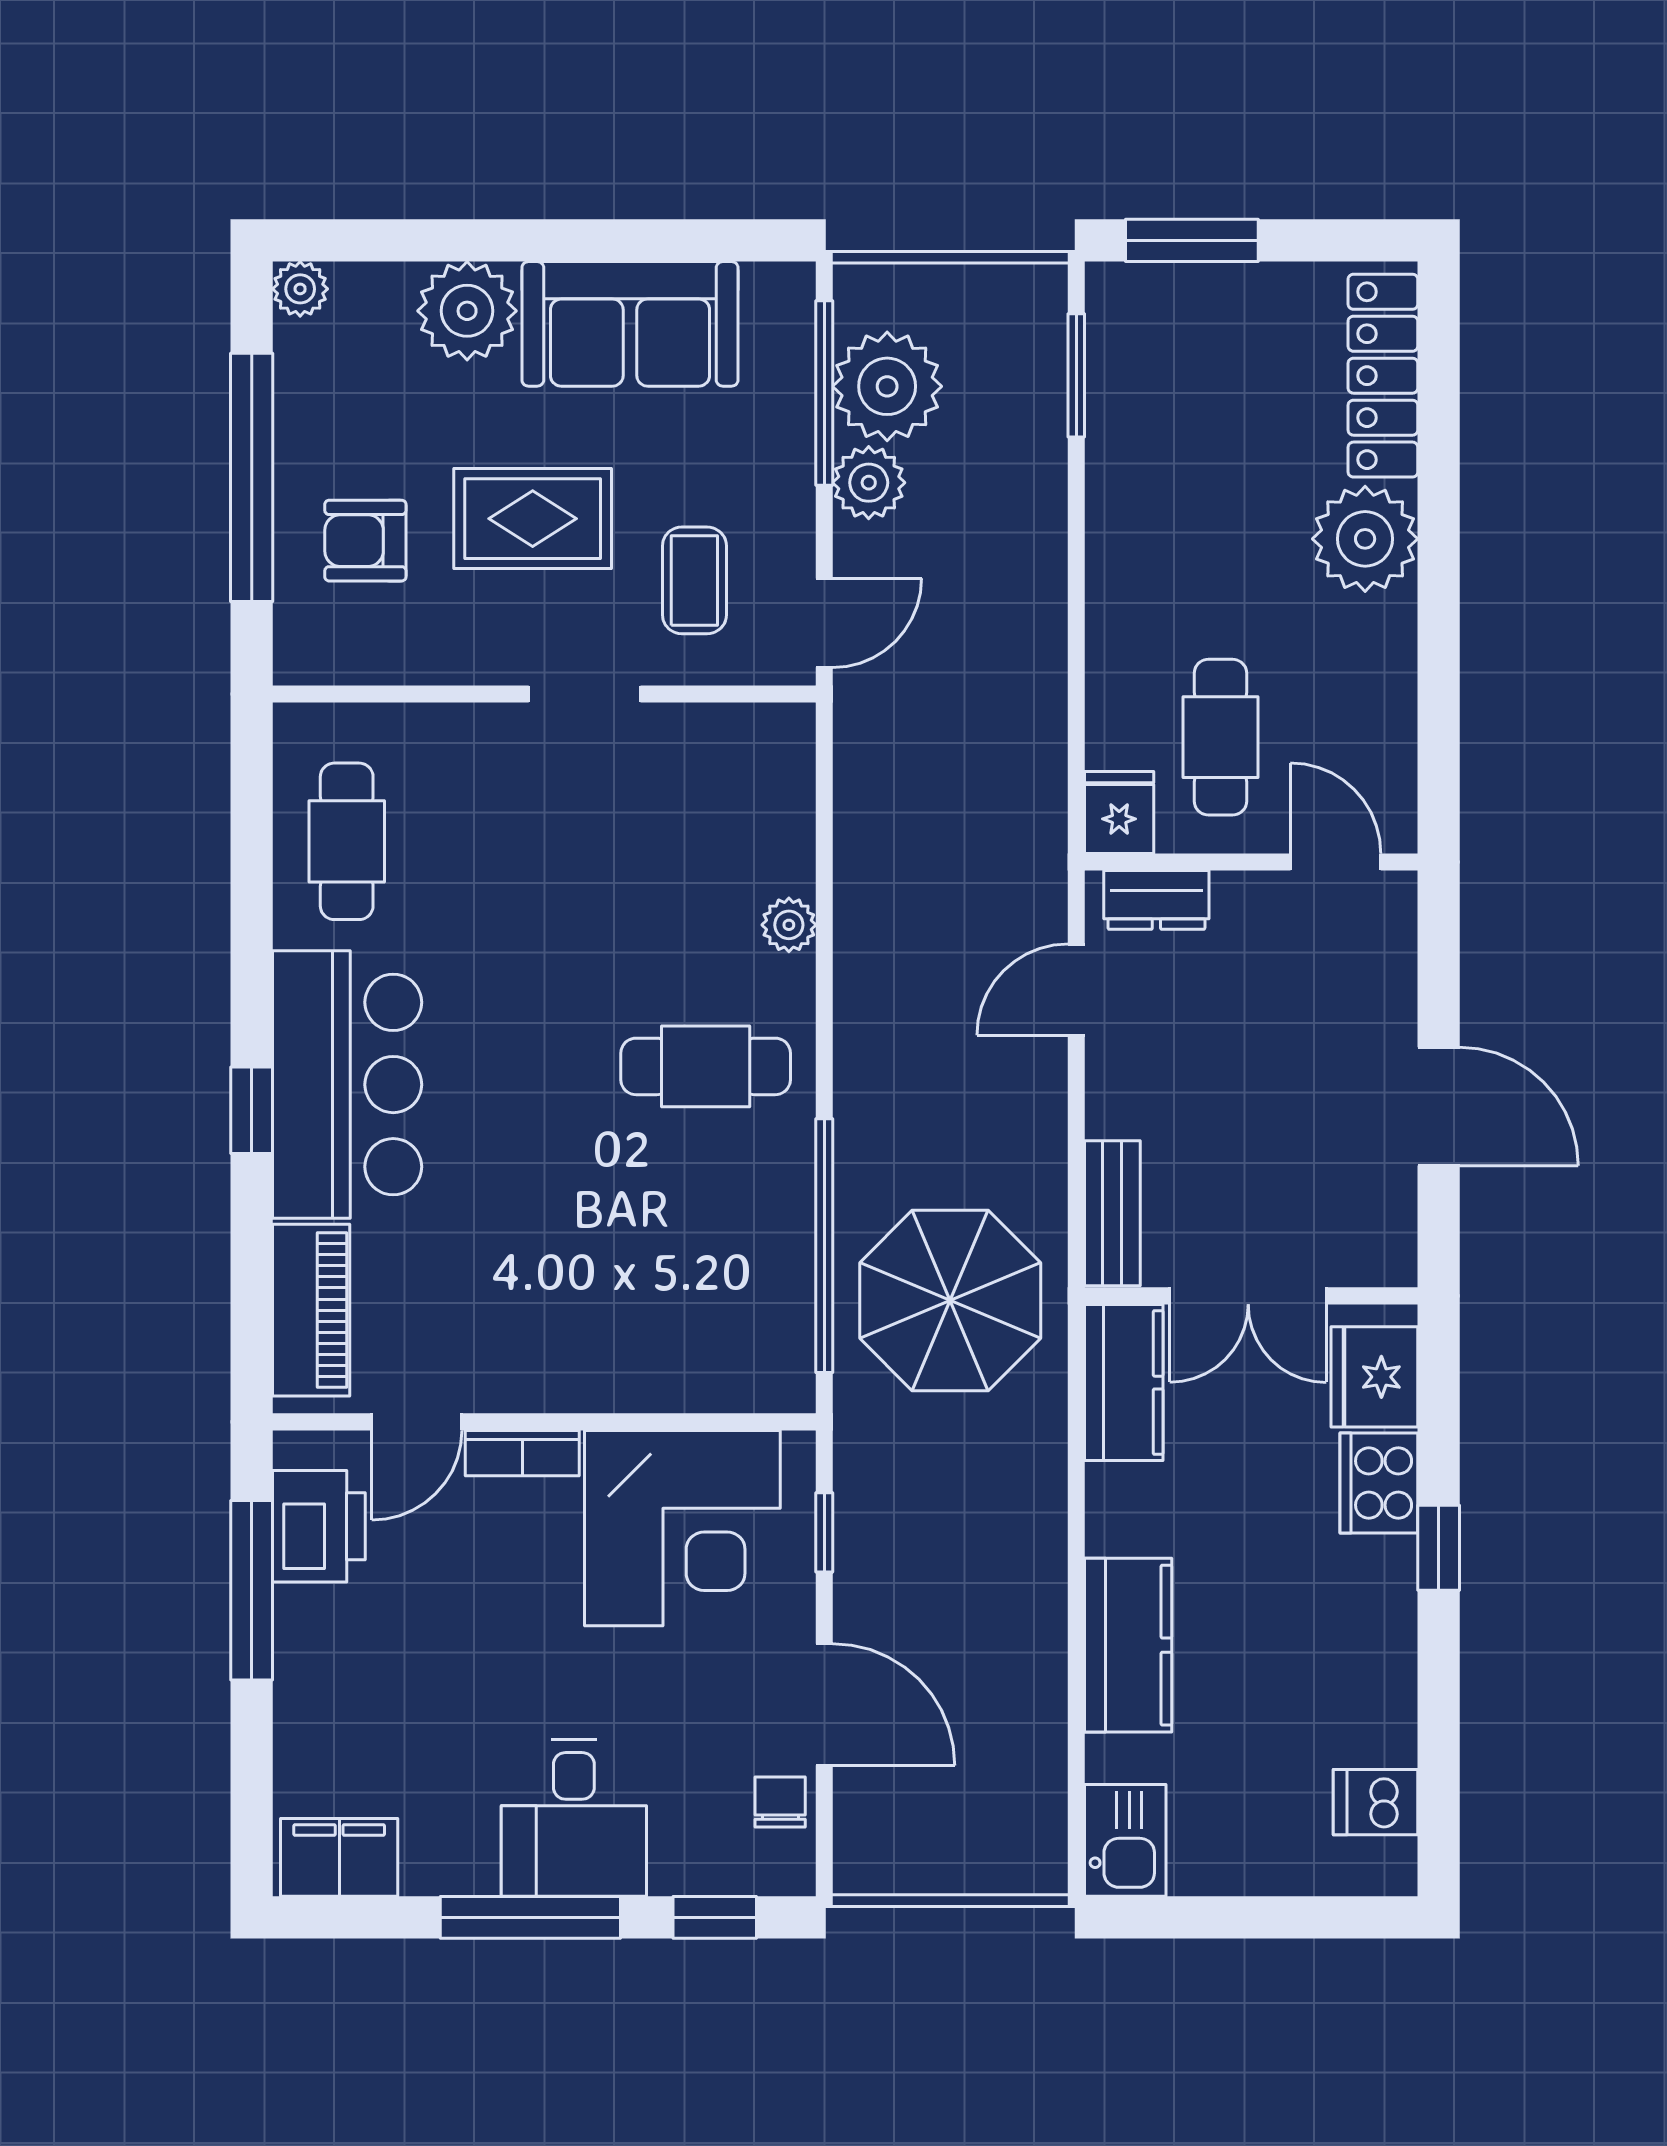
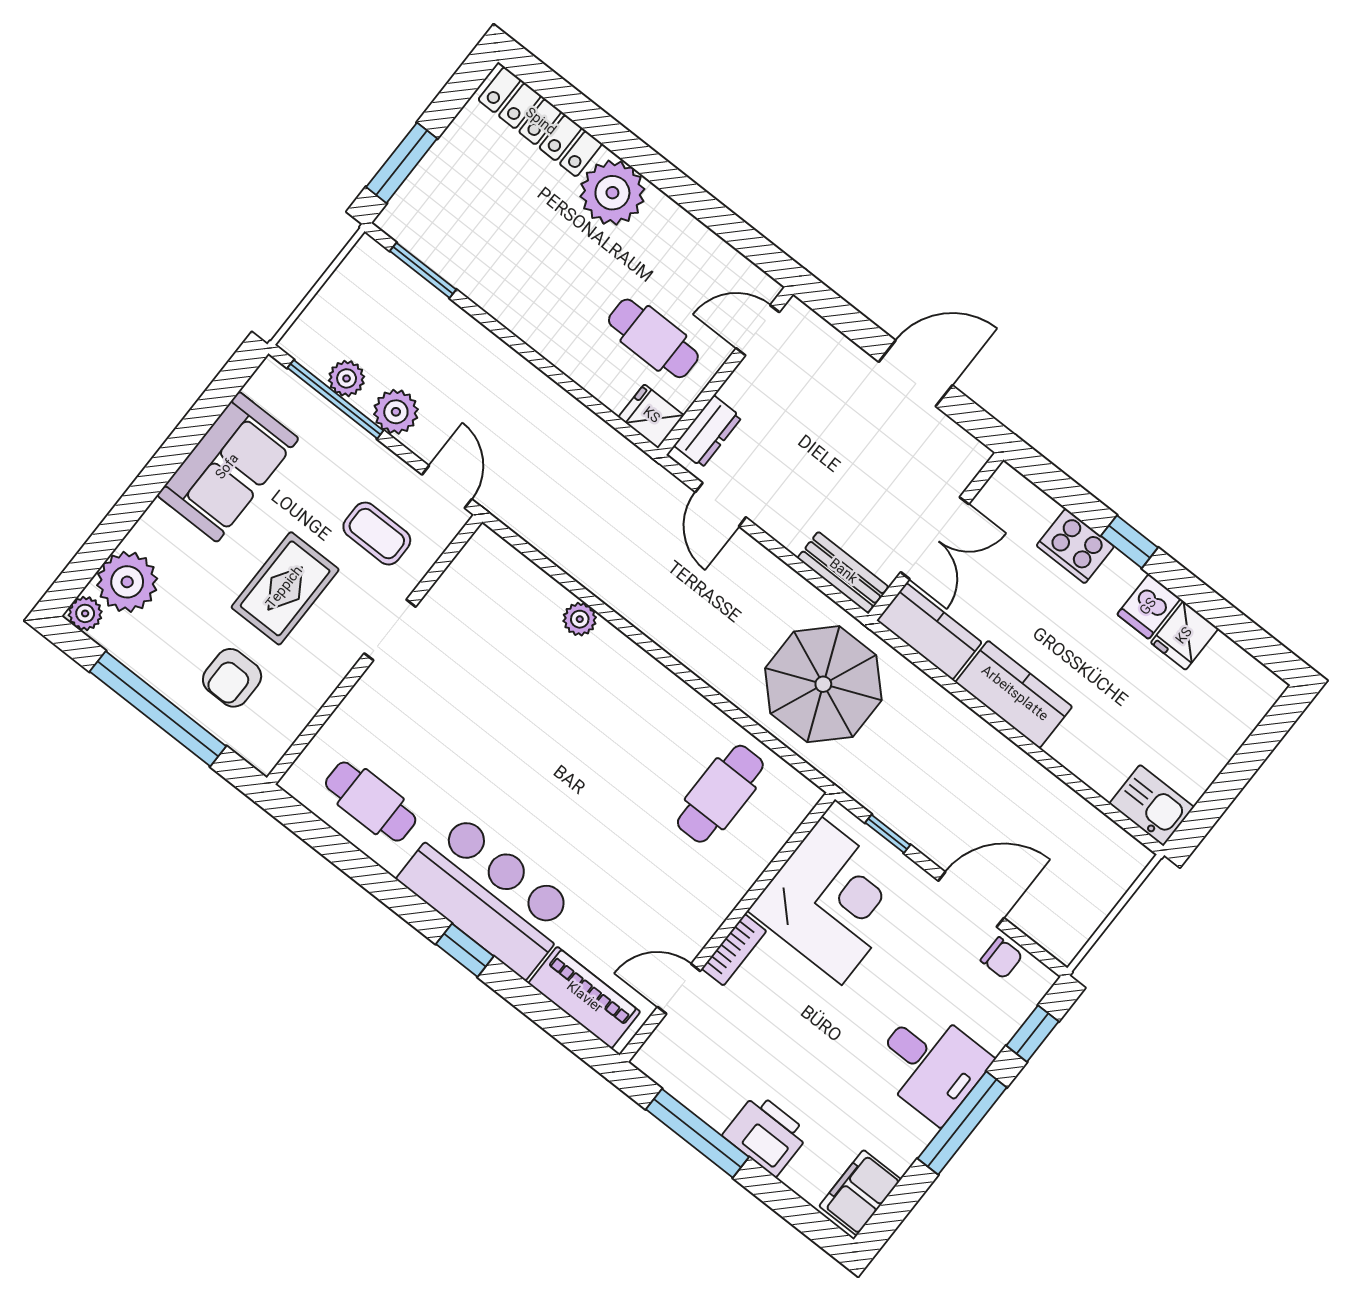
plant: (467, 311) -> (127, 582), moved
plant: (887, 386) -> (347, 378), width x0.53, depth x0.53
cafe table: (706, 1066) -> (720, 794), moved
window: (824, 1246) -> (749, 724), removed
fridge: (1374, 1377) -> (1185, 636), moved, width x0.72
door: (417, 1422) -> (679, 989), swing flipped
printer: (319, 1526) -> (766, 1135), moved
kitchen counter: (1128, 1645) -> (1014, 694), moved
chair: (780, 1802) -> (1002, 958), turned 180
dishwasher: (1376, 1802) -> (1149, 607), moved

